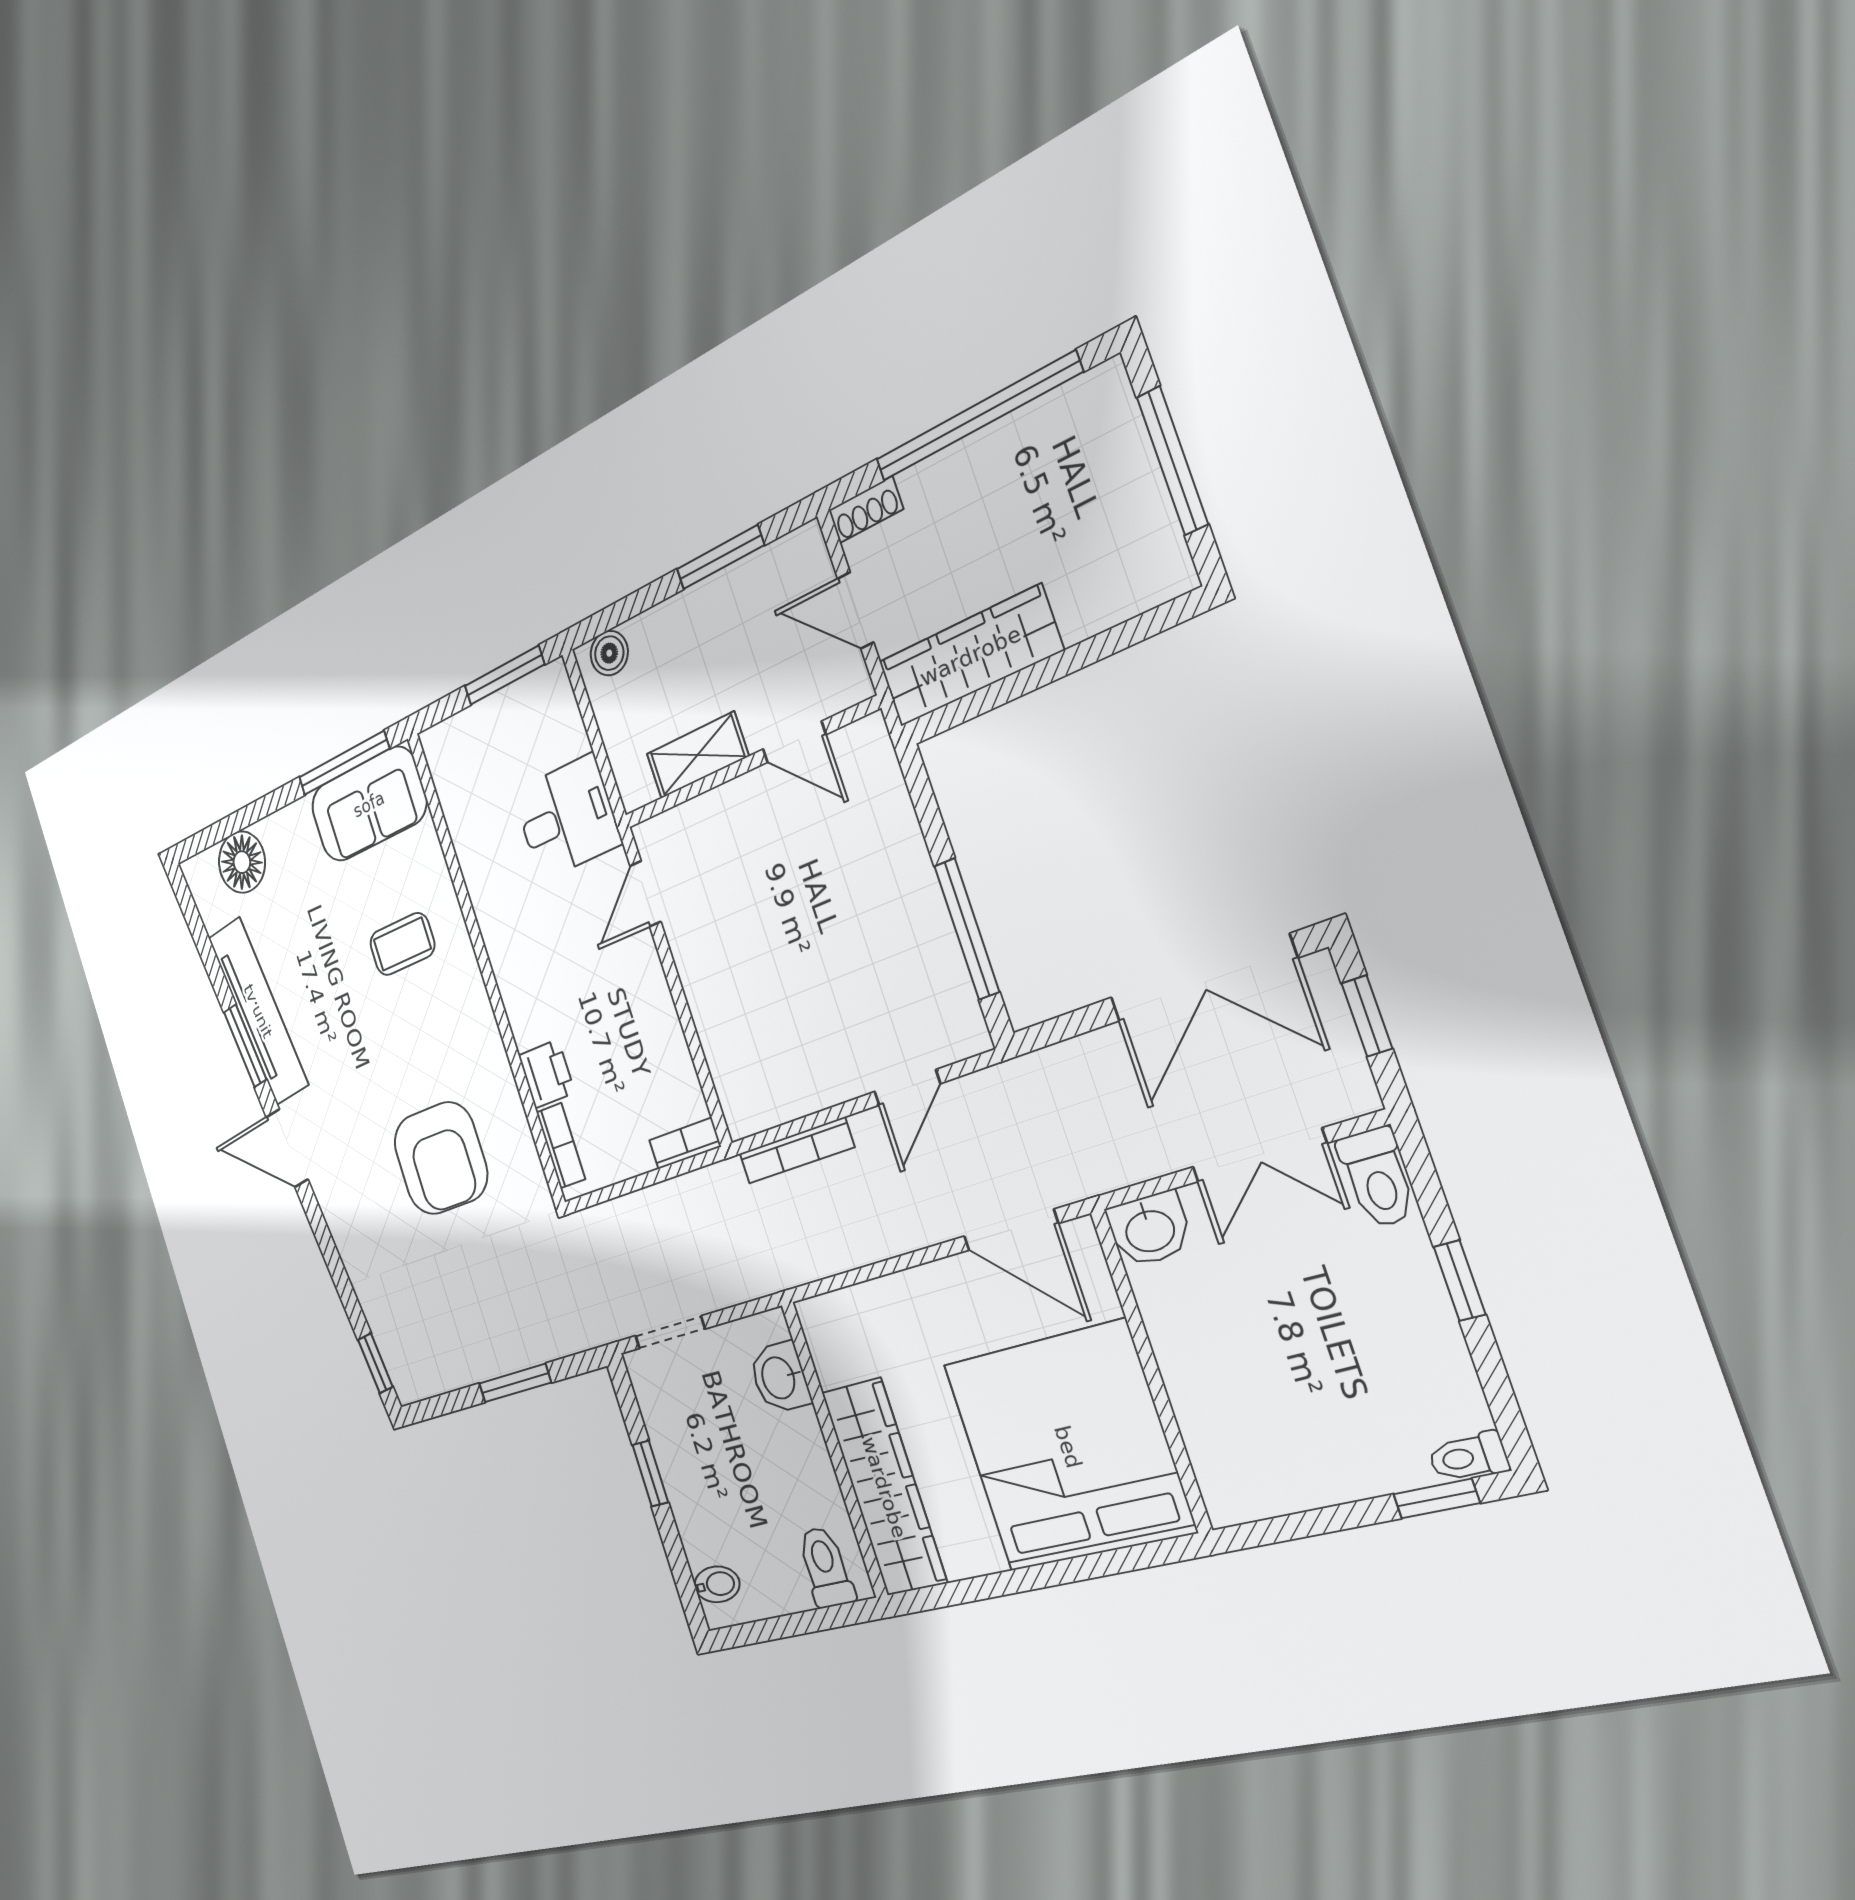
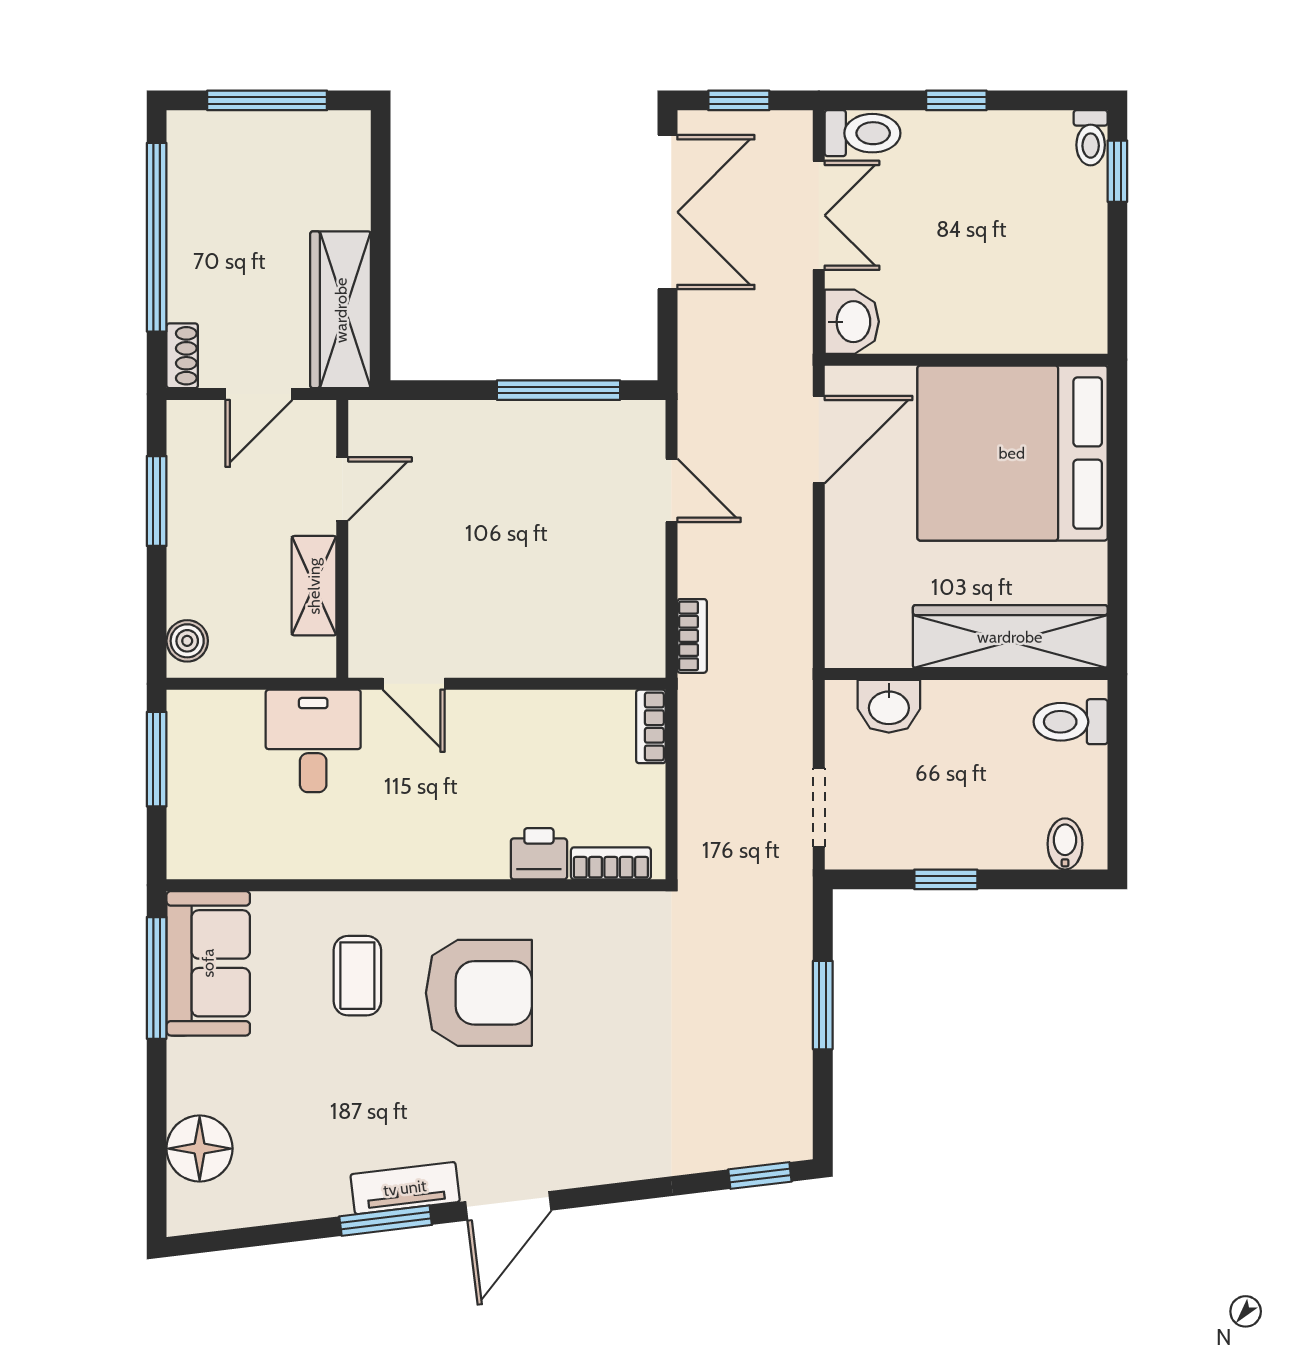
tv unit: (258, 1011) -> (405, 1188), width x0.52, depth x0.78
bookcase: (796, 1150) -> (692, 636), width x0.64
armchair: (441, 1158) -> (479, 993), moved

